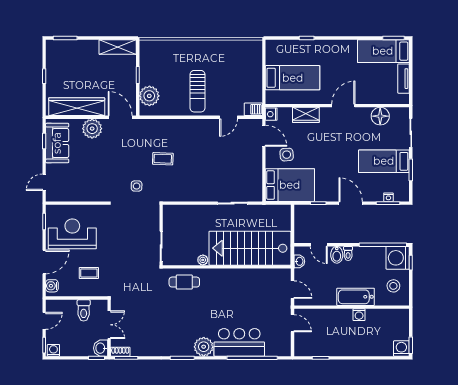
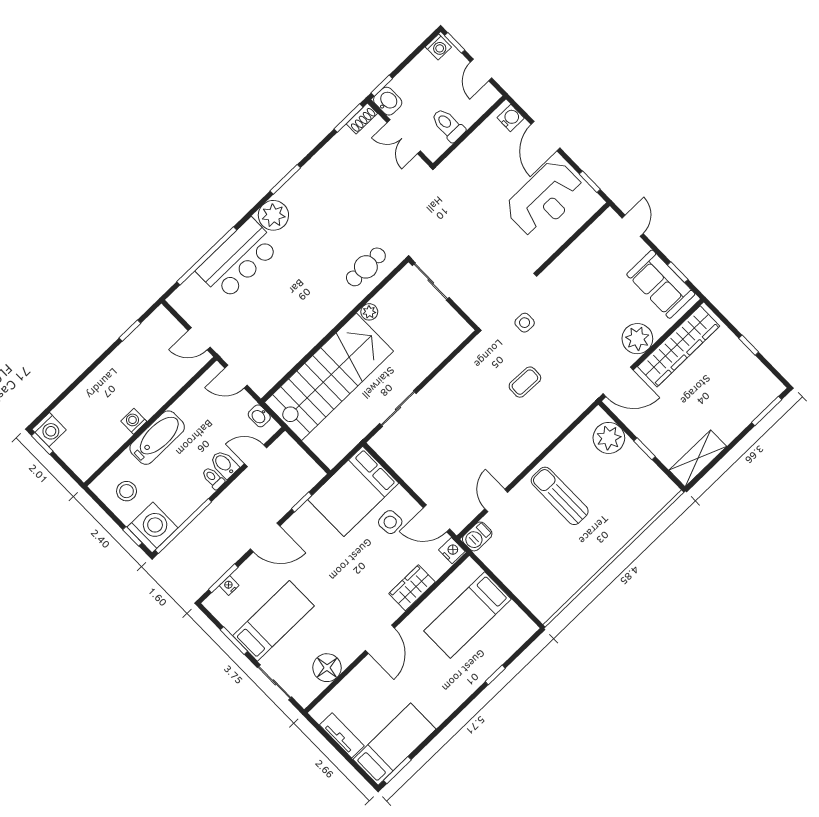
coffee table: (89, 273) -> (483, 173), removed

